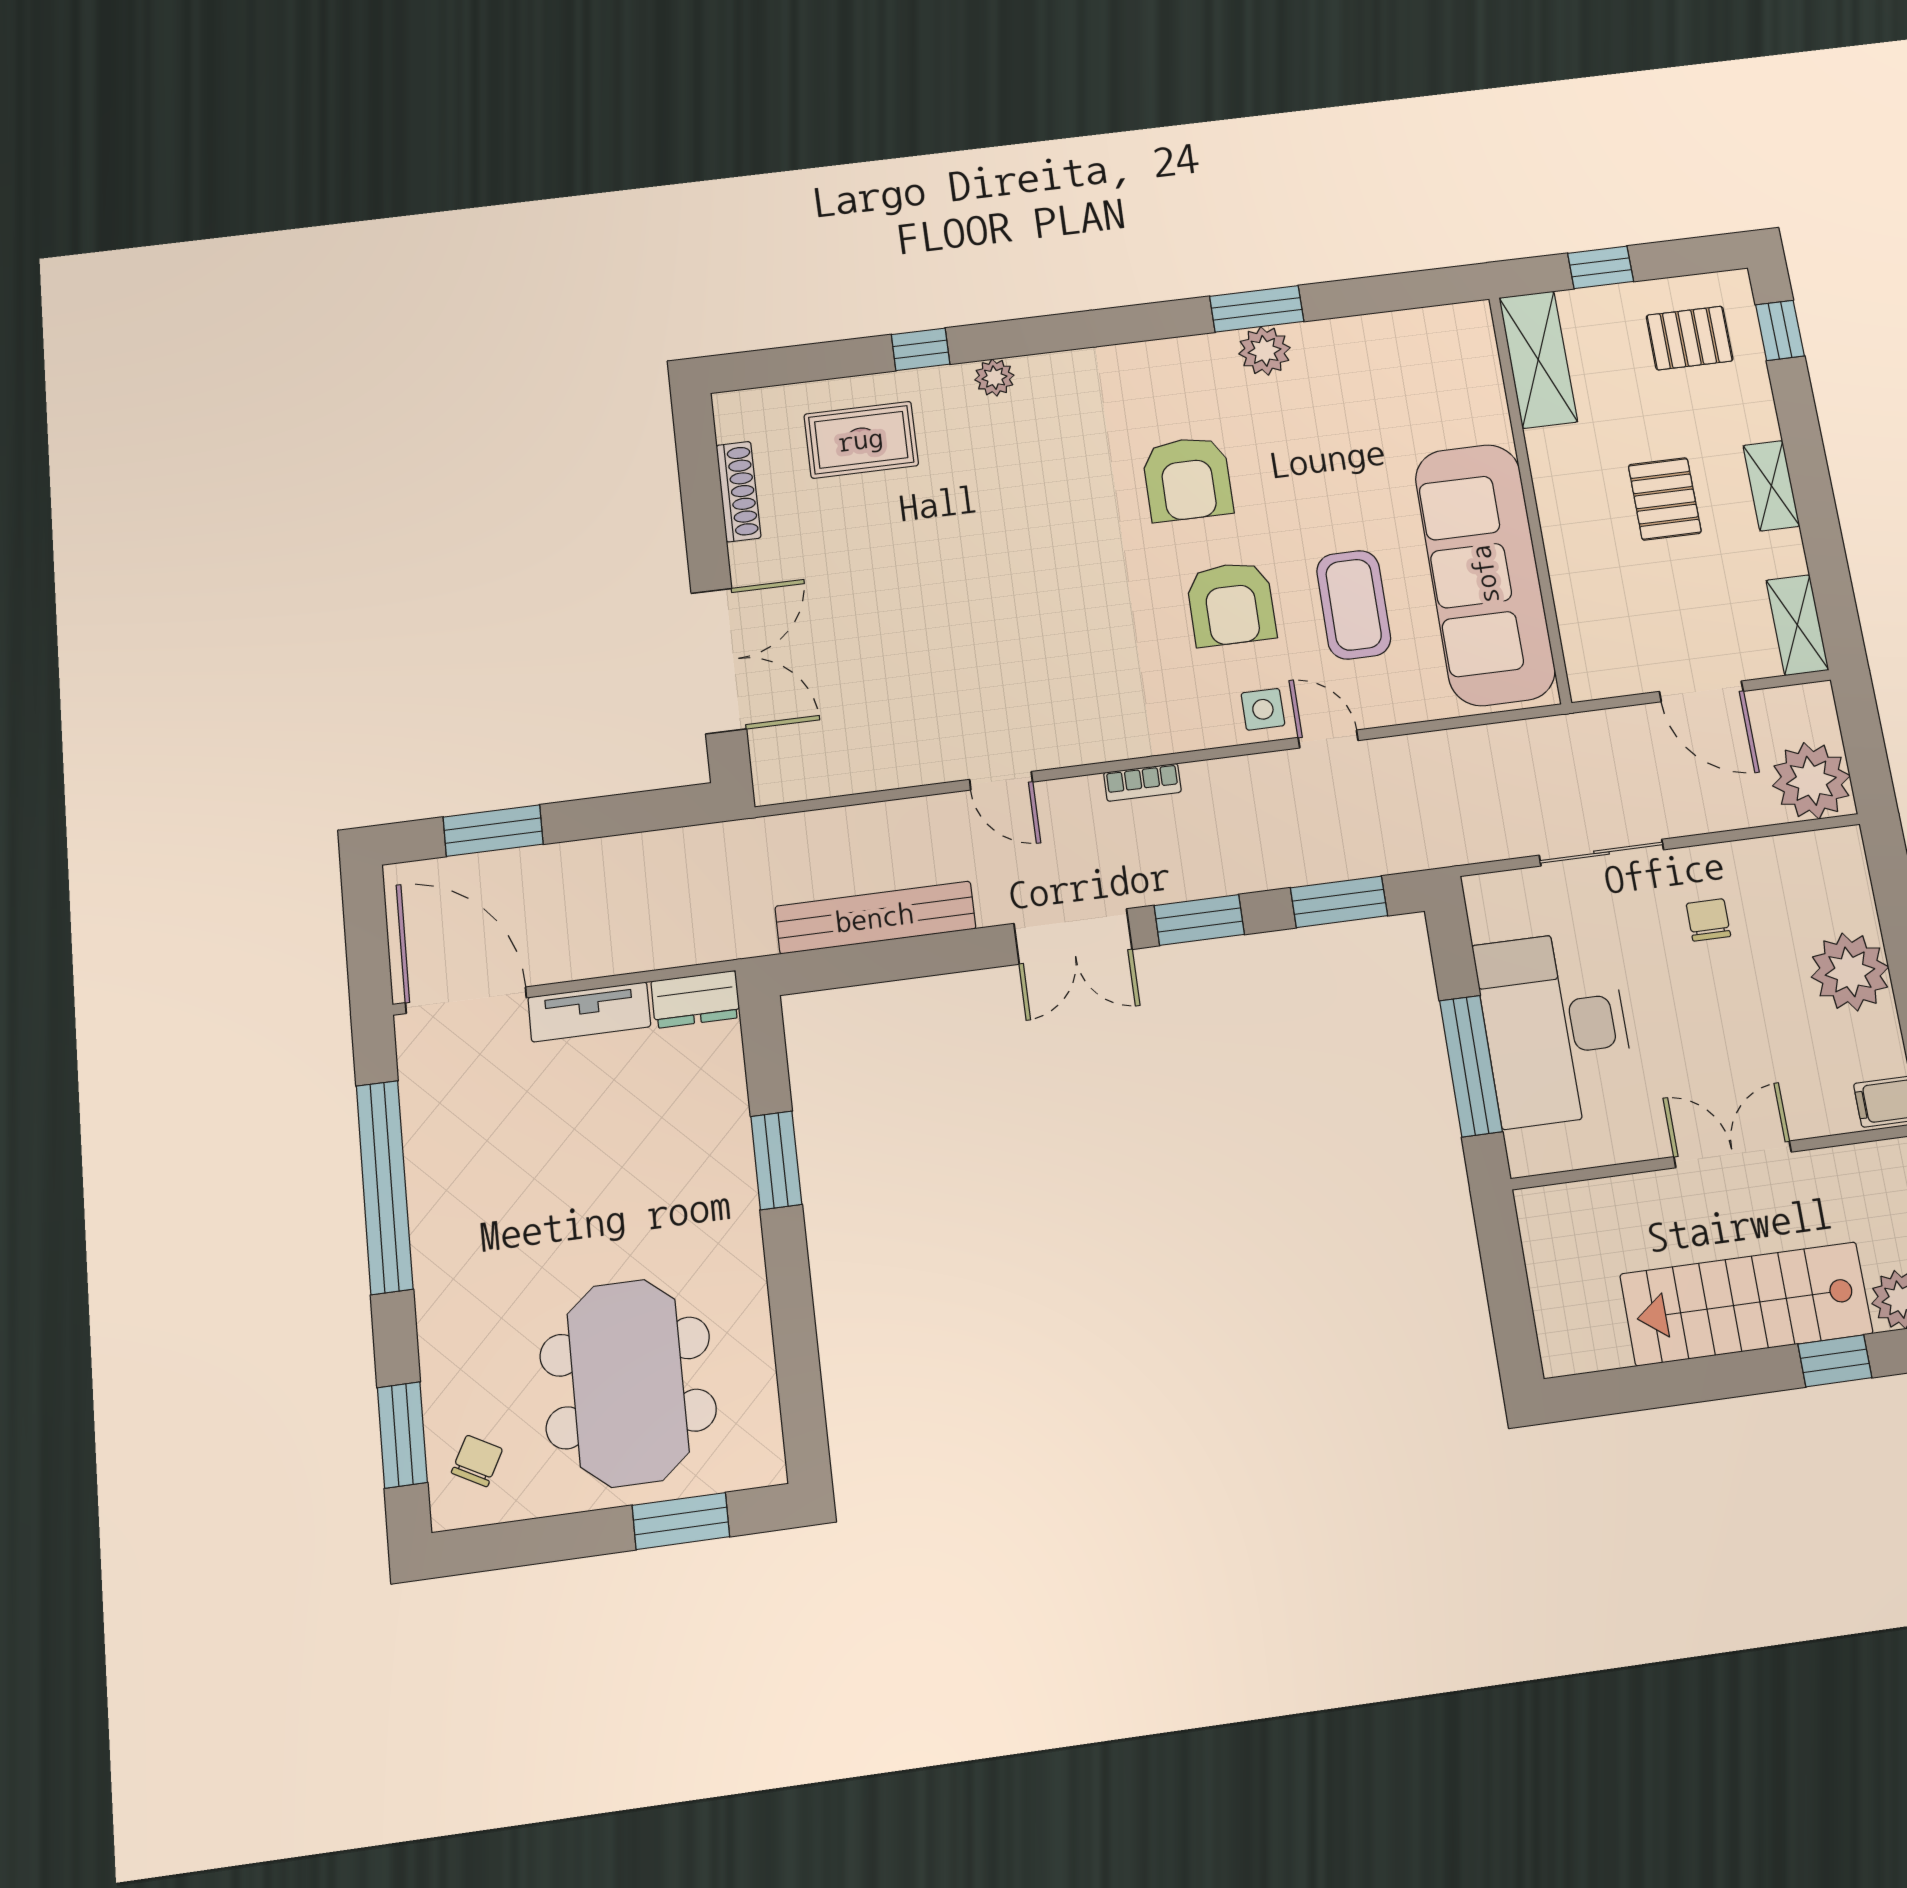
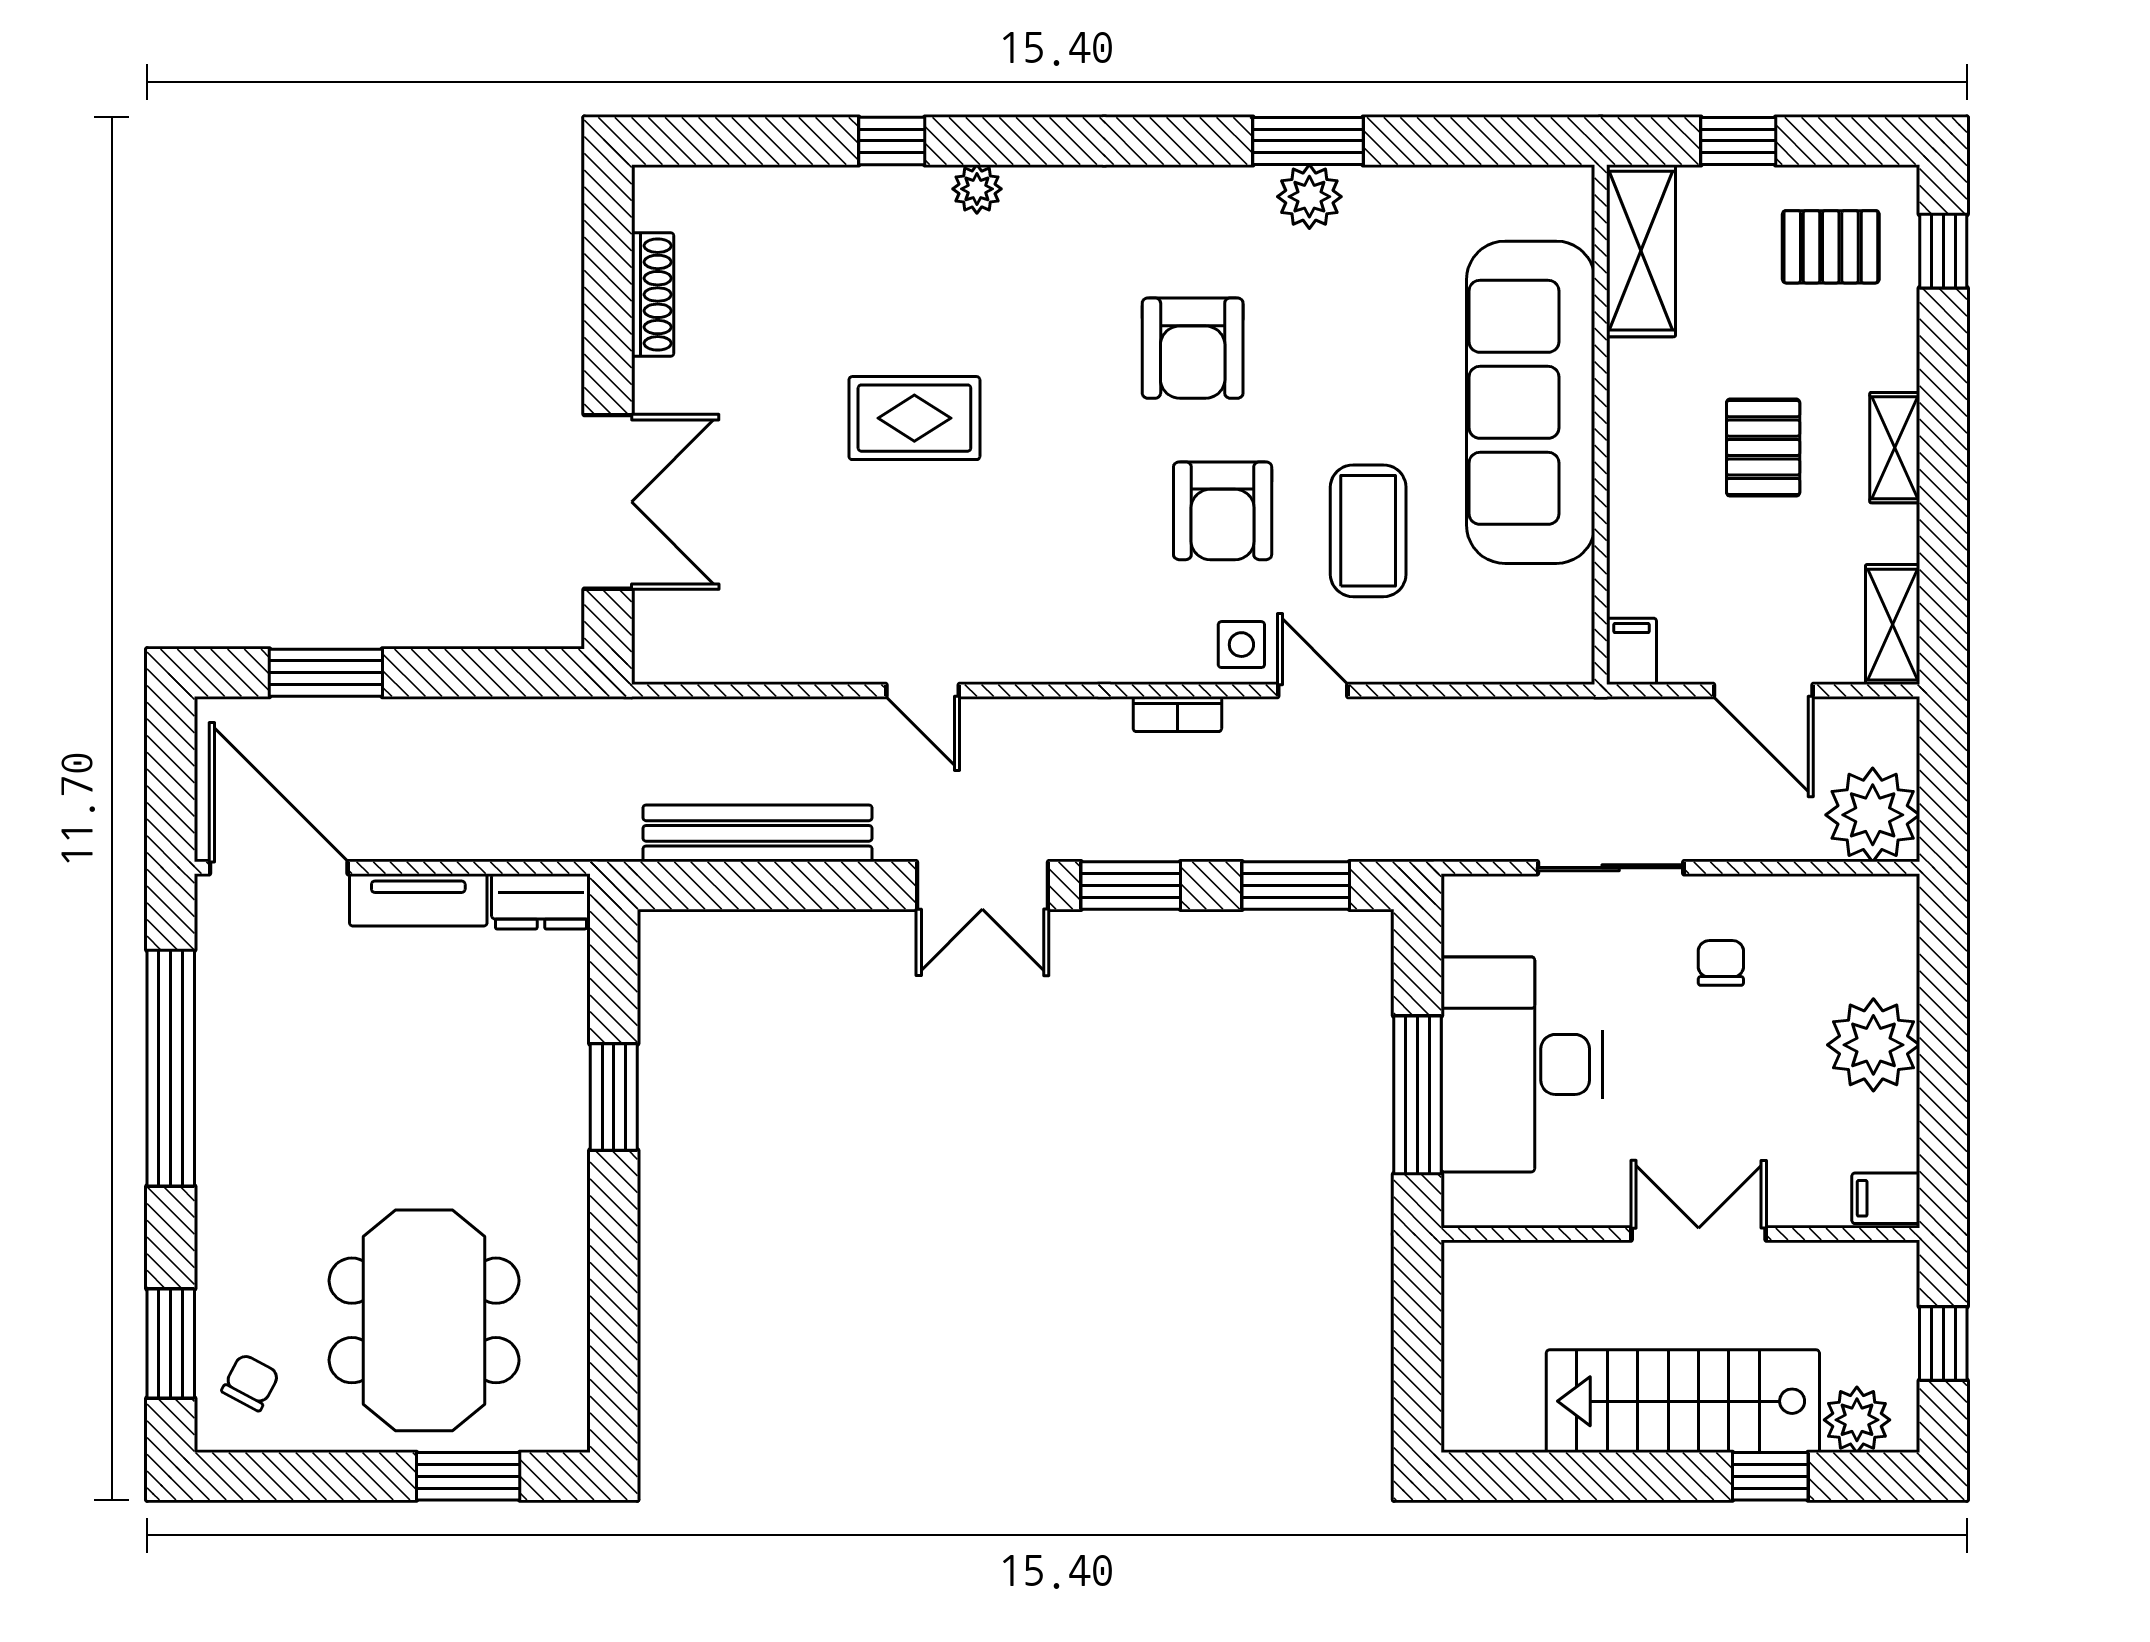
rug: (861, 440) -> (914, 418), moved
sofa: (1485, 574) -> (1531, 402), moved
filing cabinet: (1587, 674) -> (1631, 651), added
bookcase: (1142, 782) -> (1177, 714), moved

